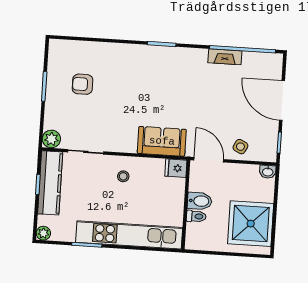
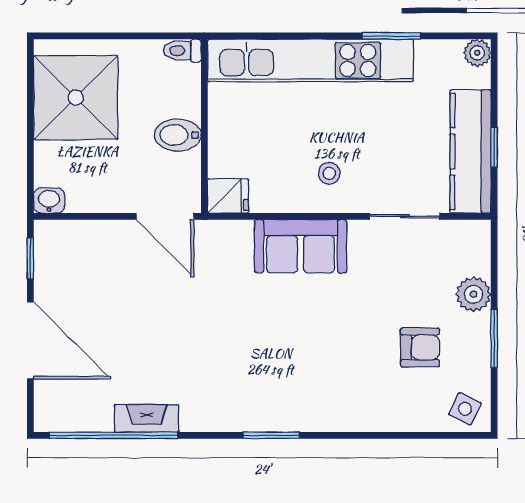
plant: (51, 139) -> (474, 294), moved
sofa: (162, 141) -> (301, 246), moved
side table: (240, 147) -> (465, 409), moved
toilet: (196, 216) -> (182, 51), moved

